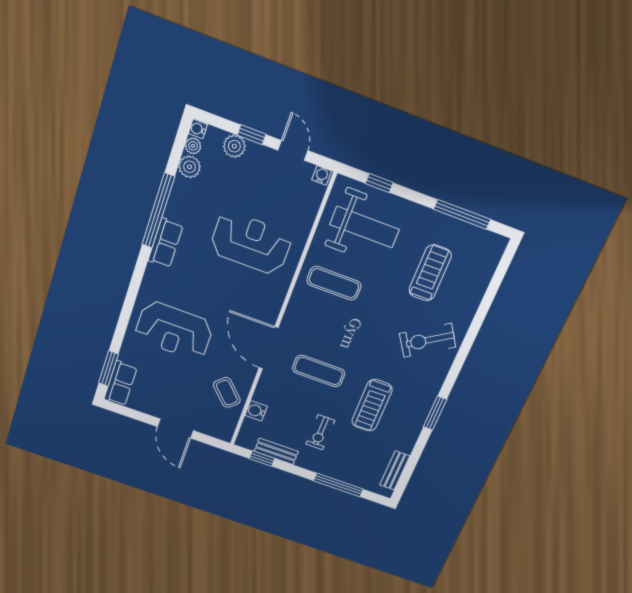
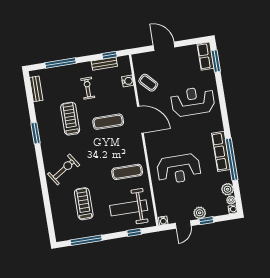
plant: (234, 146) -> (200, 213), moved
door: (293, 150) -> (183, 224), hinge flipped
row of seats: (166, 243) -> (221, 151), width x1.48
treadmill: (430, 273) -> (84, 204), turned 180

